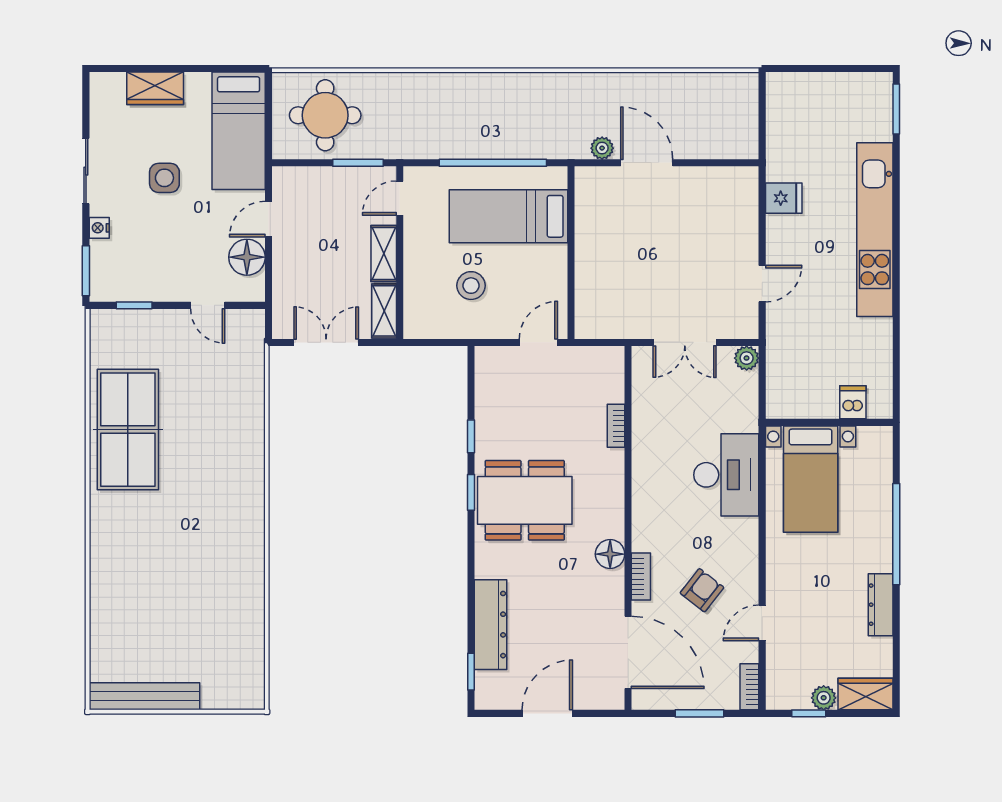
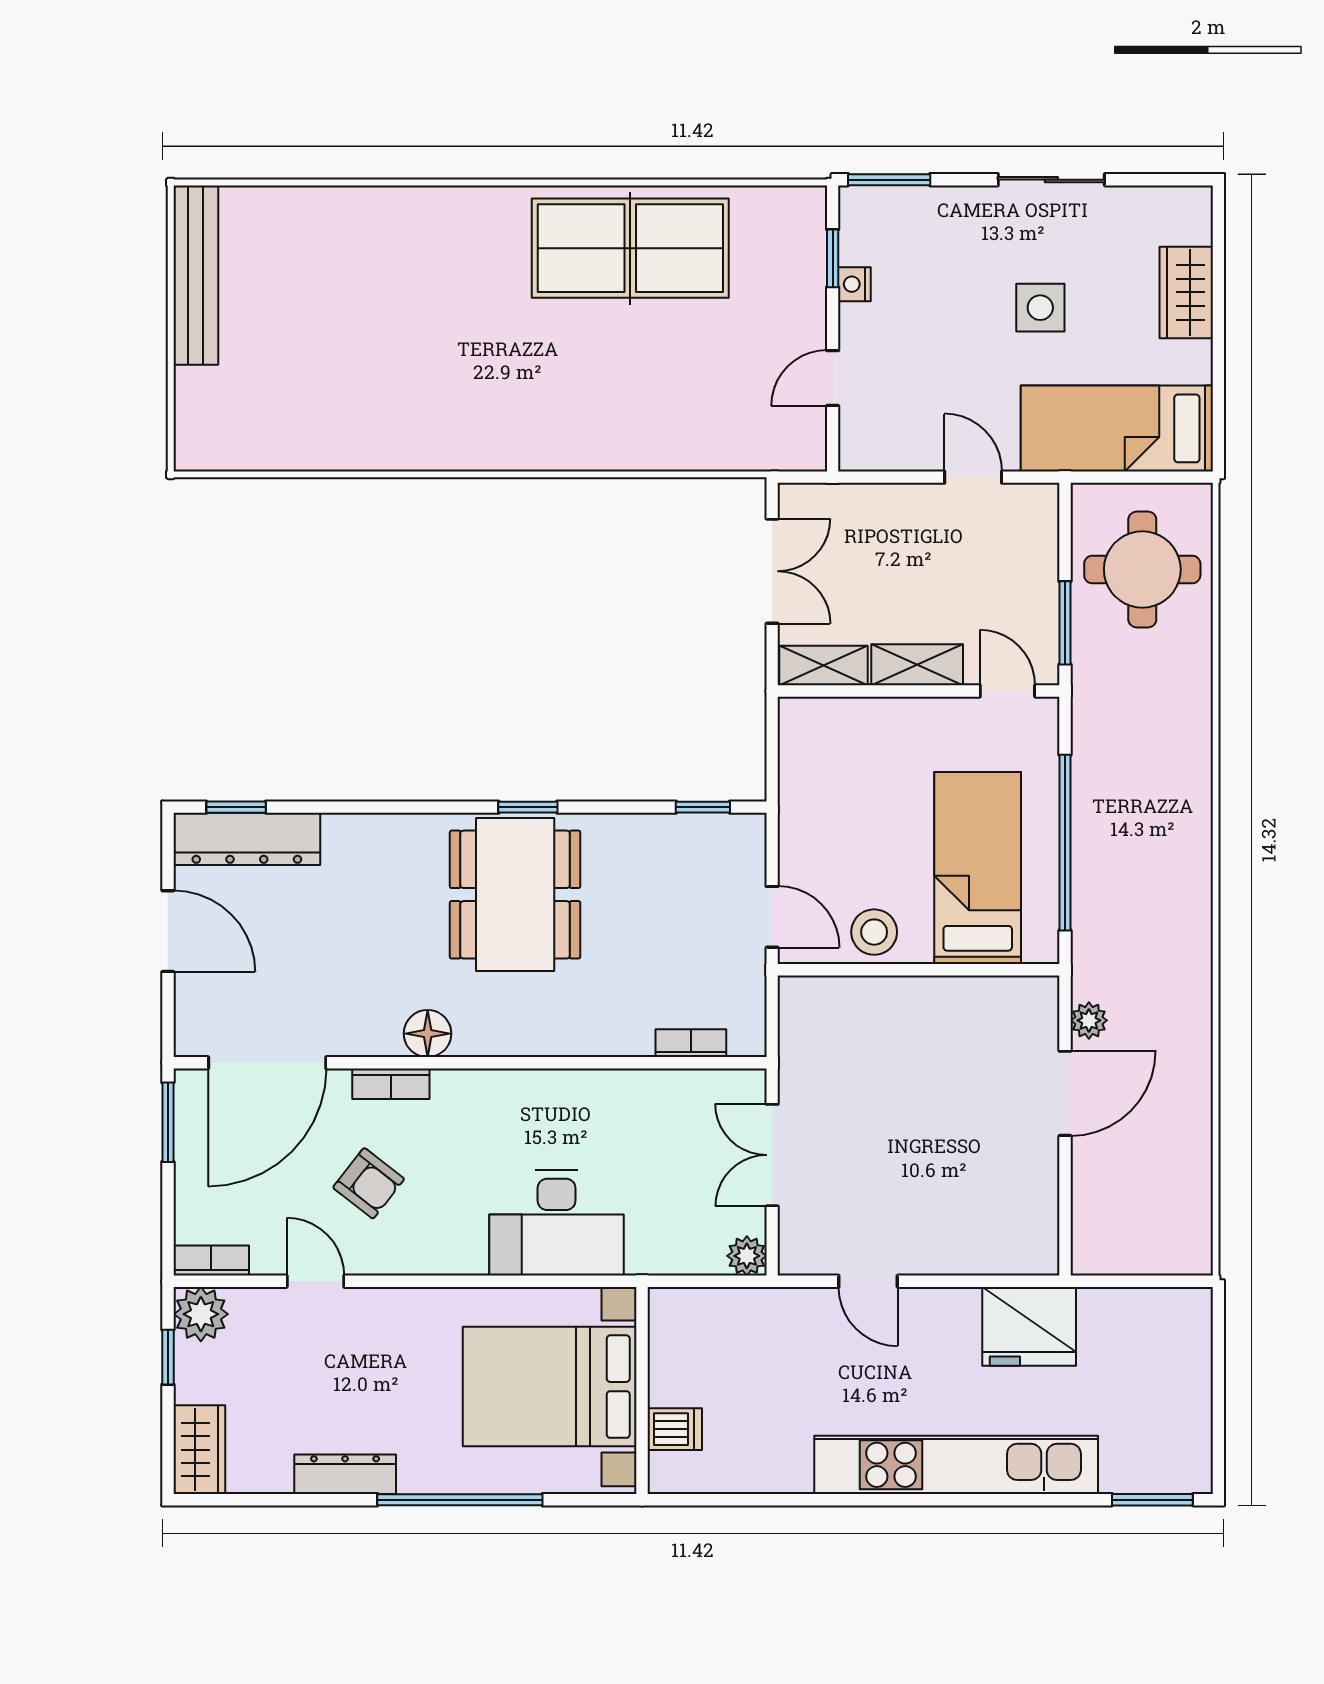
fridge: (784, 198) -> (1029, 1326), width x1.88, depth x1.34
nightstand: (99, 228) -> (854, 284), moved, turned -90
floor lamp: (247, 257) -> (911, 442), removed
stool: (471, 286) -> (874, 932), moved
bookcase: (616, 426) -> (691, 1043), moved
window: (471, 436) -> (703, 807), moved
bed with nightstands: (811, 479) -> (550, 1387), width x1.36
dresser: (491, 625) -> (247, 839), moved
plant: (824, 698) -> (201, 1314), moved, width x1.38, depth x1.38
window: (700, 713) -> (168, 1122), moved

